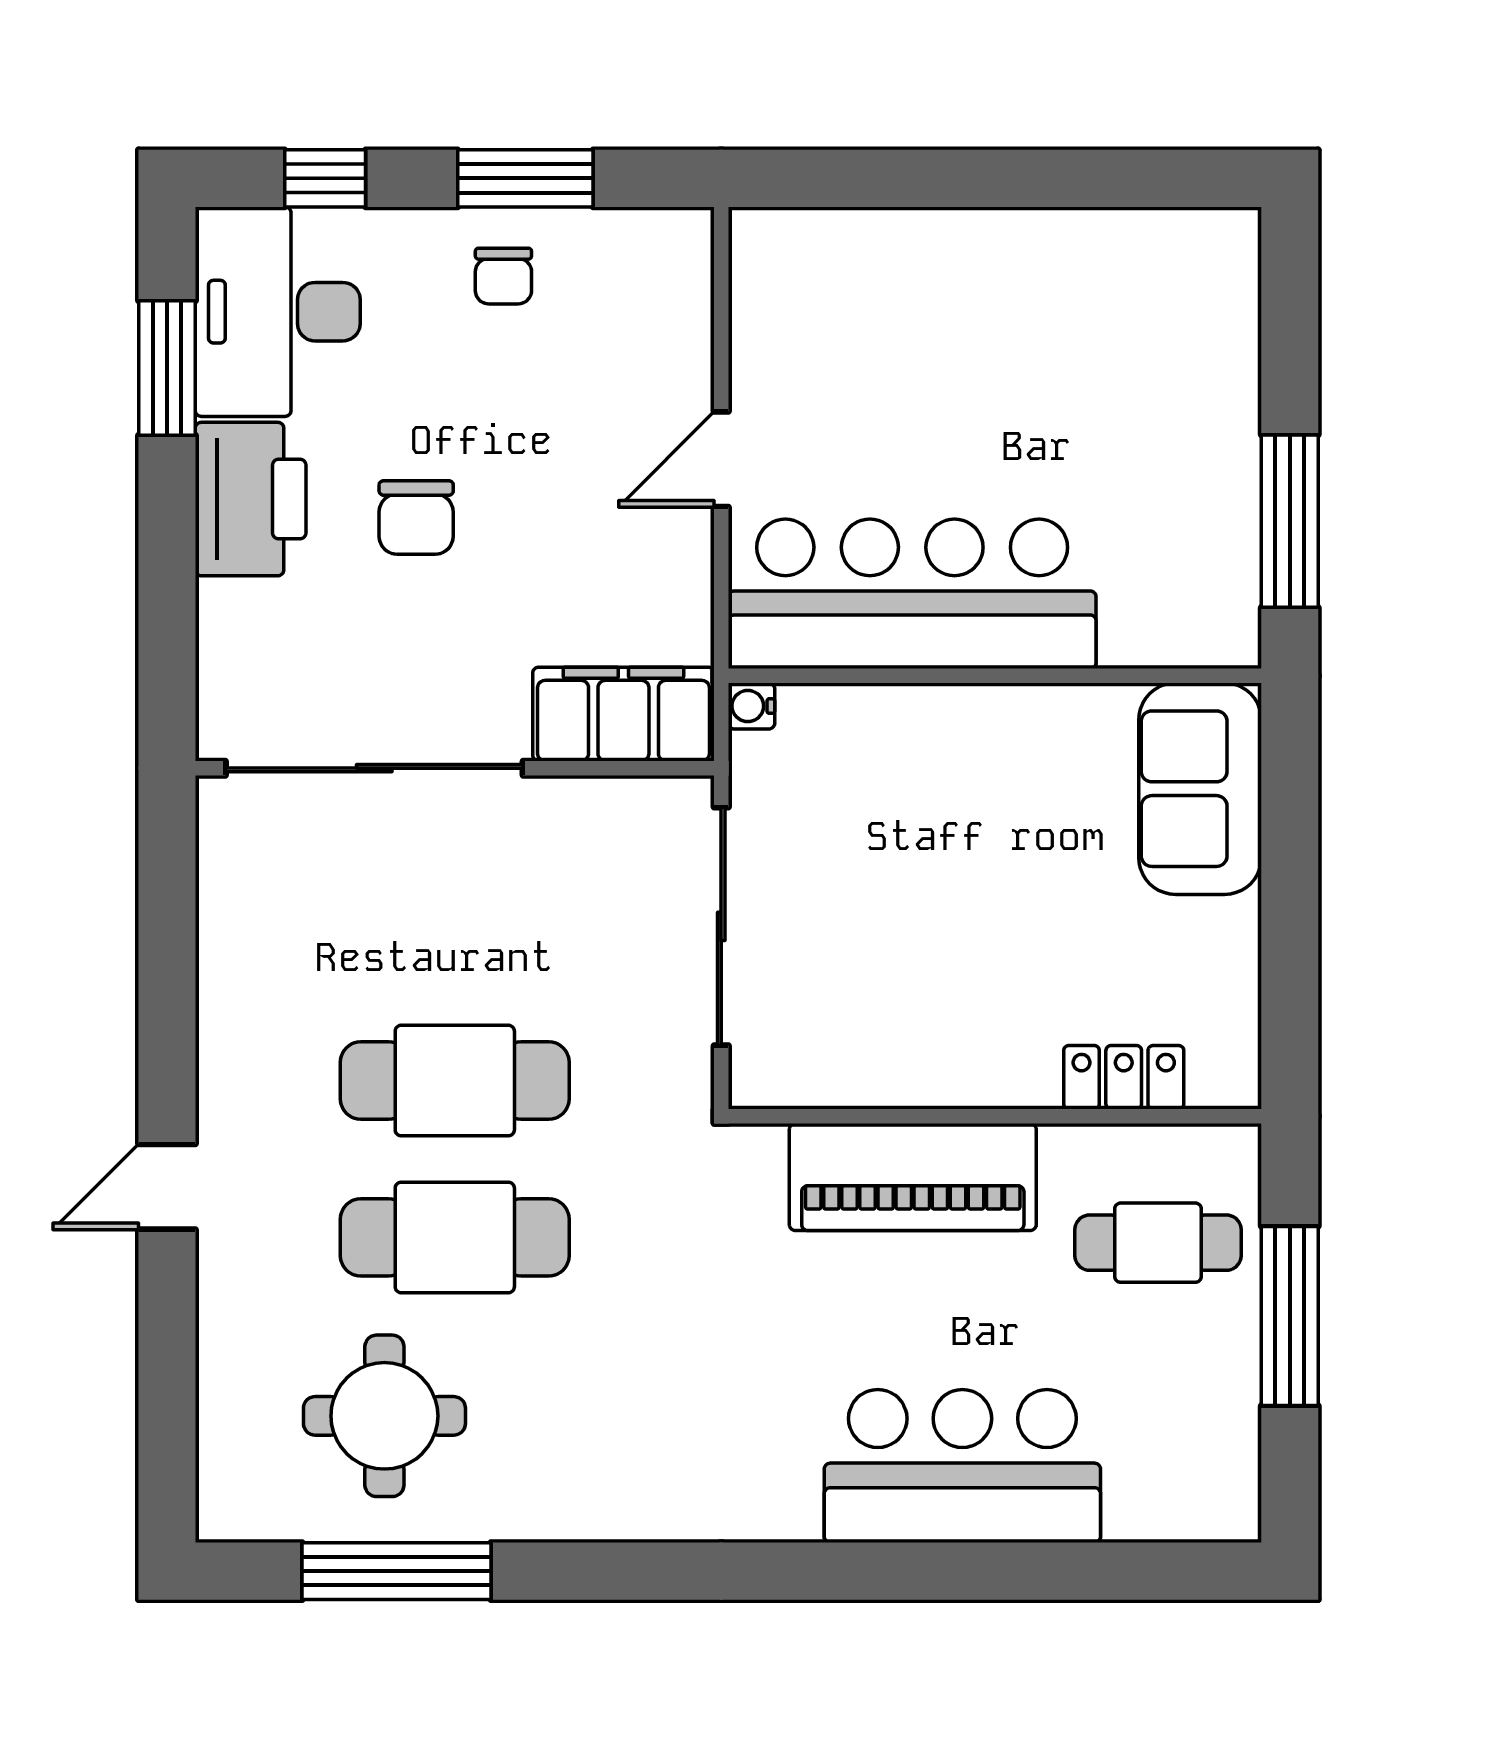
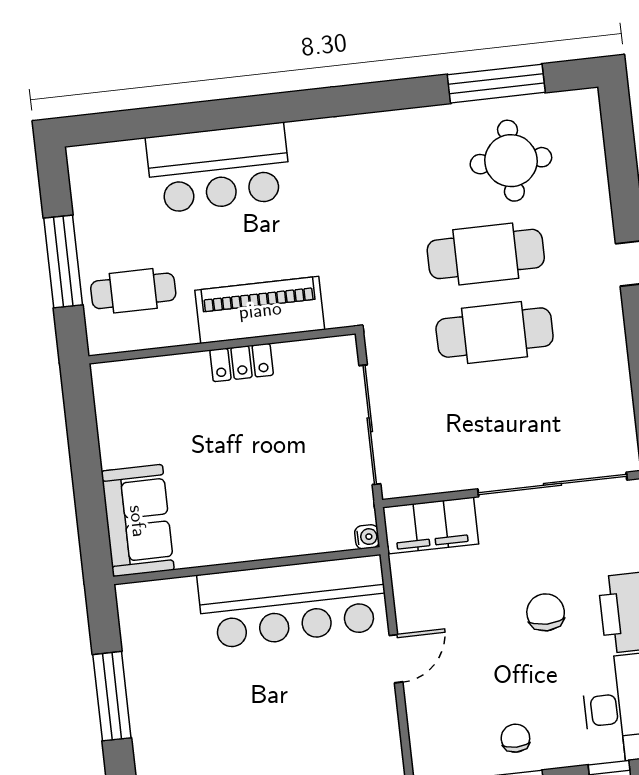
window: (1290, 521) -> (112, 696), moved
locker: (1124, 1077) -> (242, 363), moved

